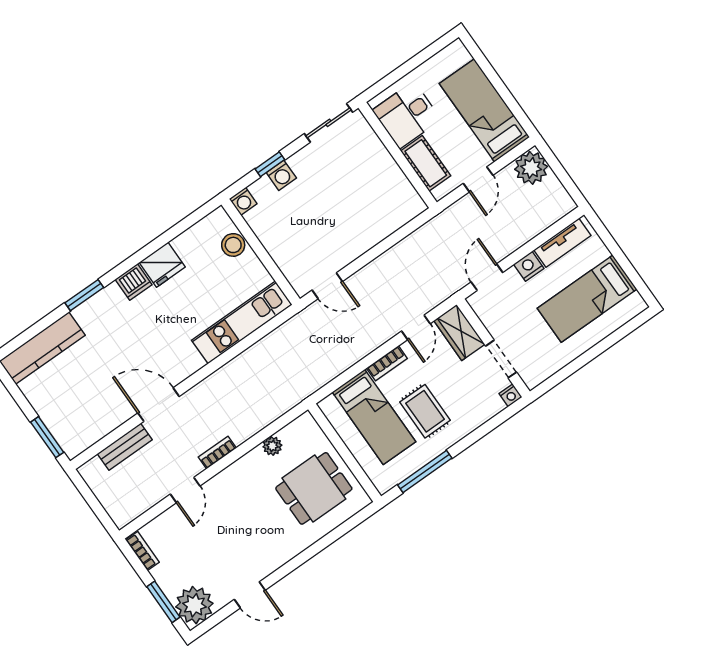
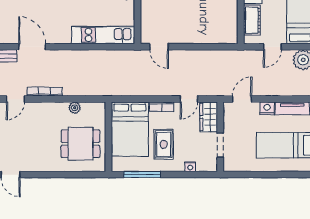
nightstand: (510, 395) -> (190, 167), moved
bed: (374, 417) -> (130, 129), width x1.50
bookcase: (217, 453) -> (45, 92), width x1.56

